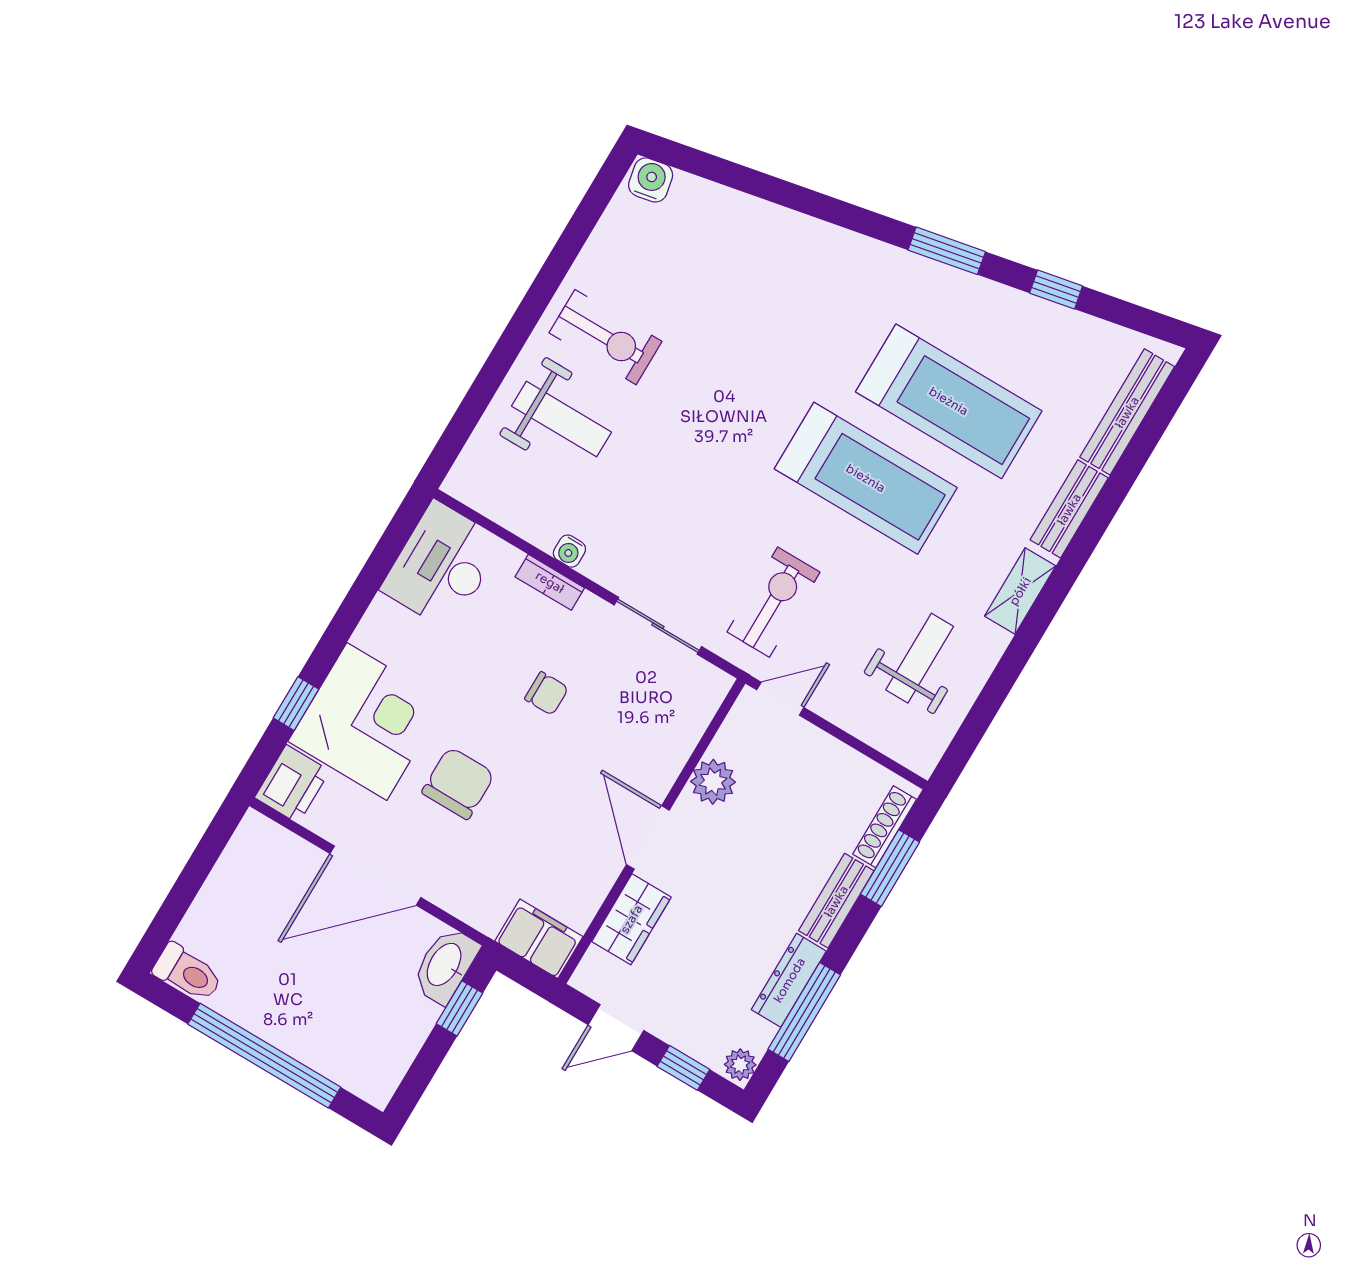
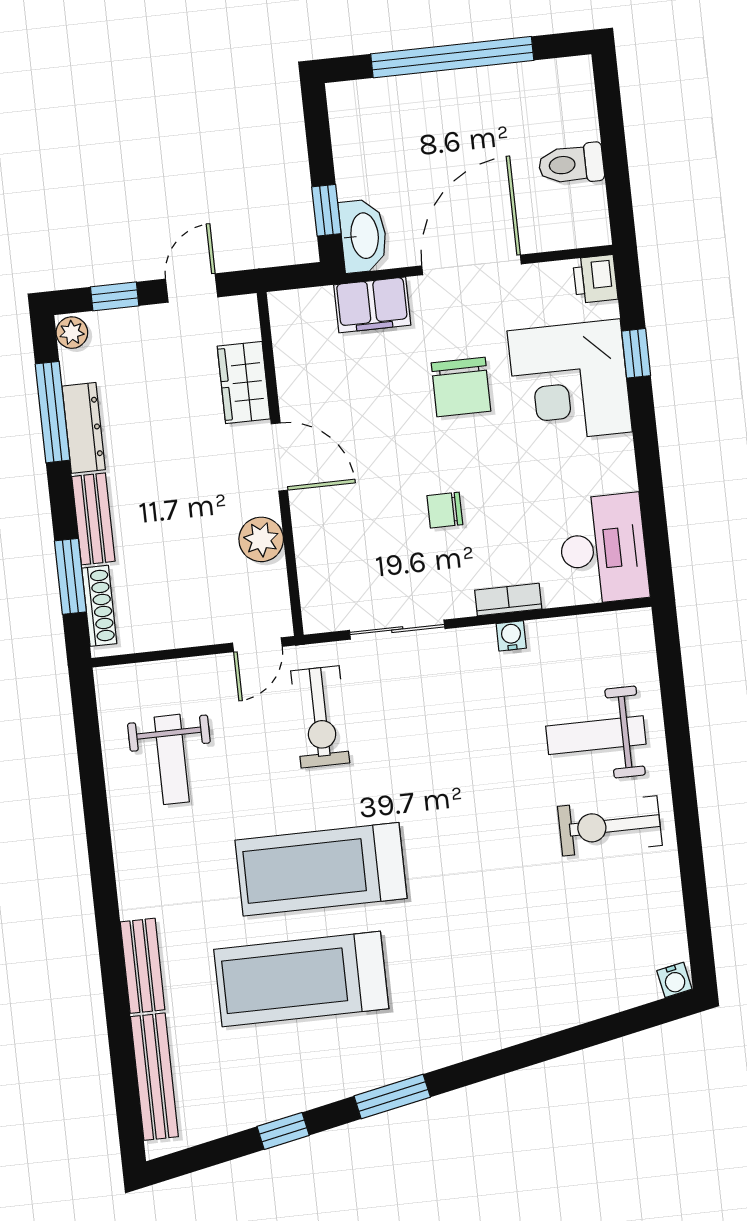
water cooler: (651, 180) -> (674, 980), width x0.72, depth x0.72
shelving: (1020, 591) -> (132, 872), removed
printer: (292, 784) -> (595, 279), width x0.73, depth x0.81
filing cabinet: (539, 939) -> (372, 305), moved
toilet: (188, 973) -> (571, 164), moved

